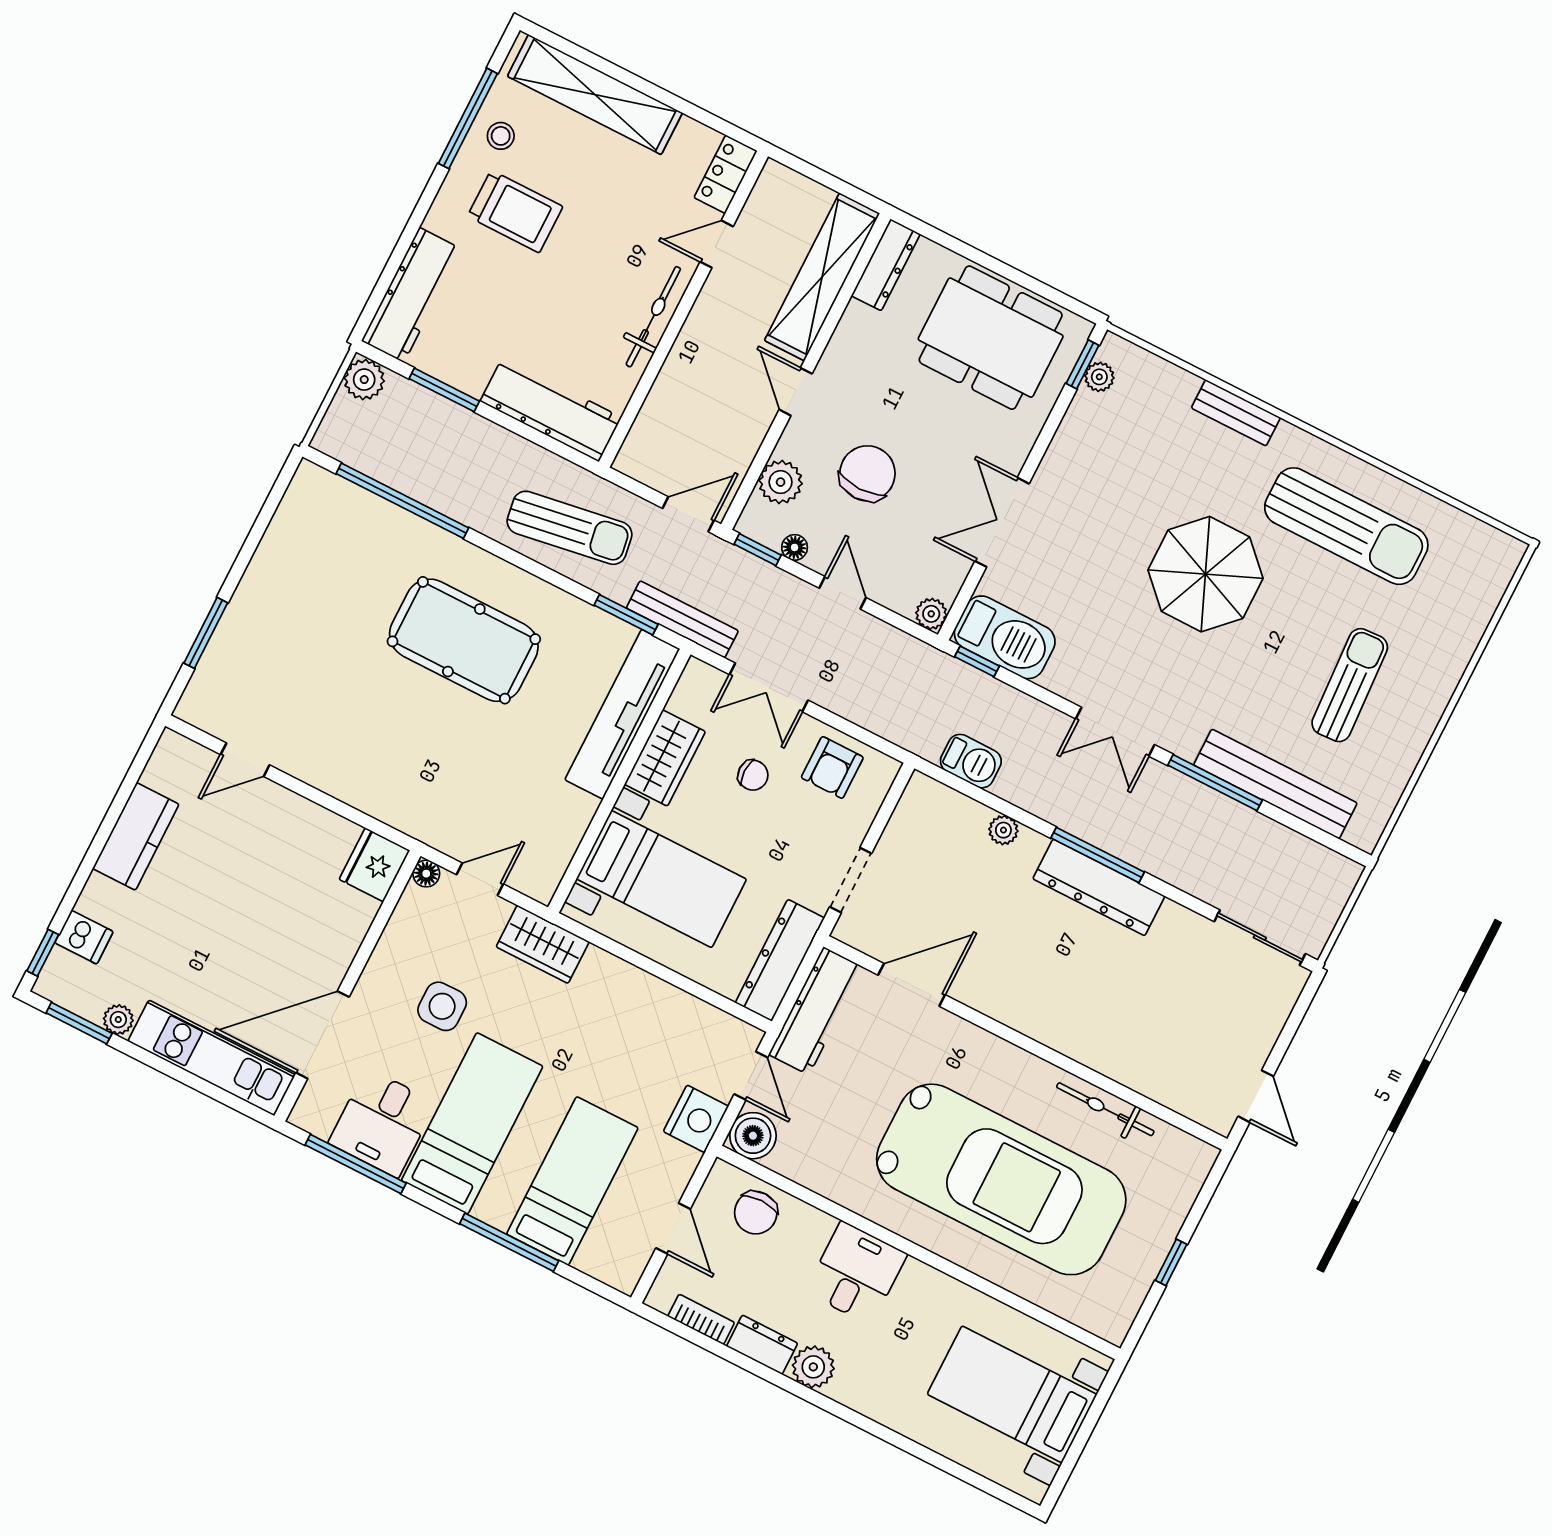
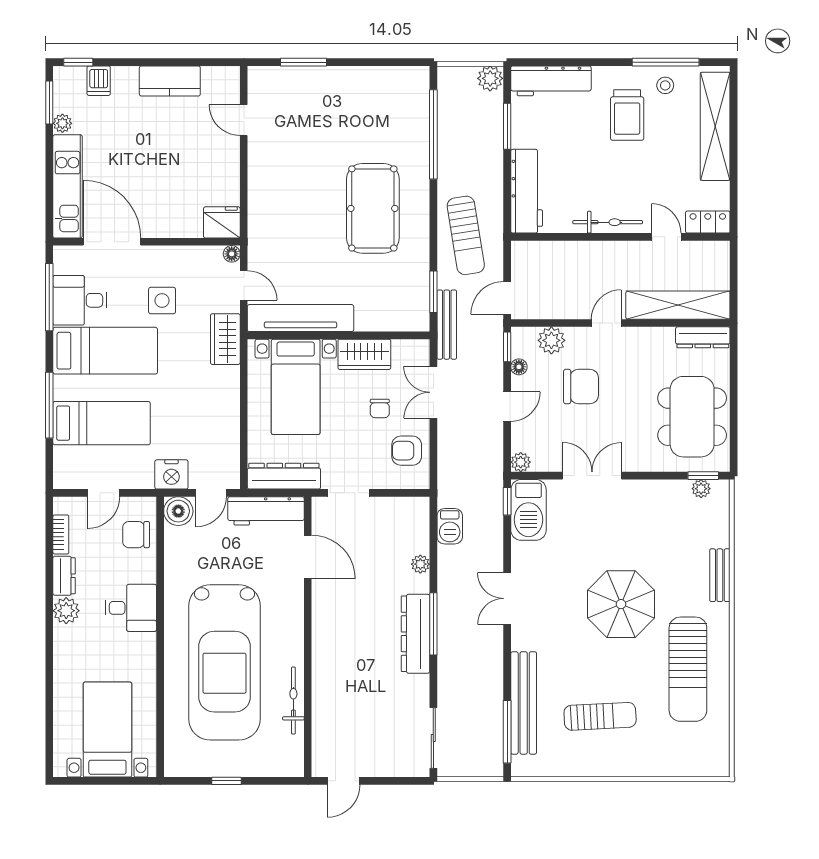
door: (688, 514) -> (507, 298), swing flipped
tv unit: (622, 714) -> (301, 318), moved
window: (1215, 783) -> (507, 732), moved

